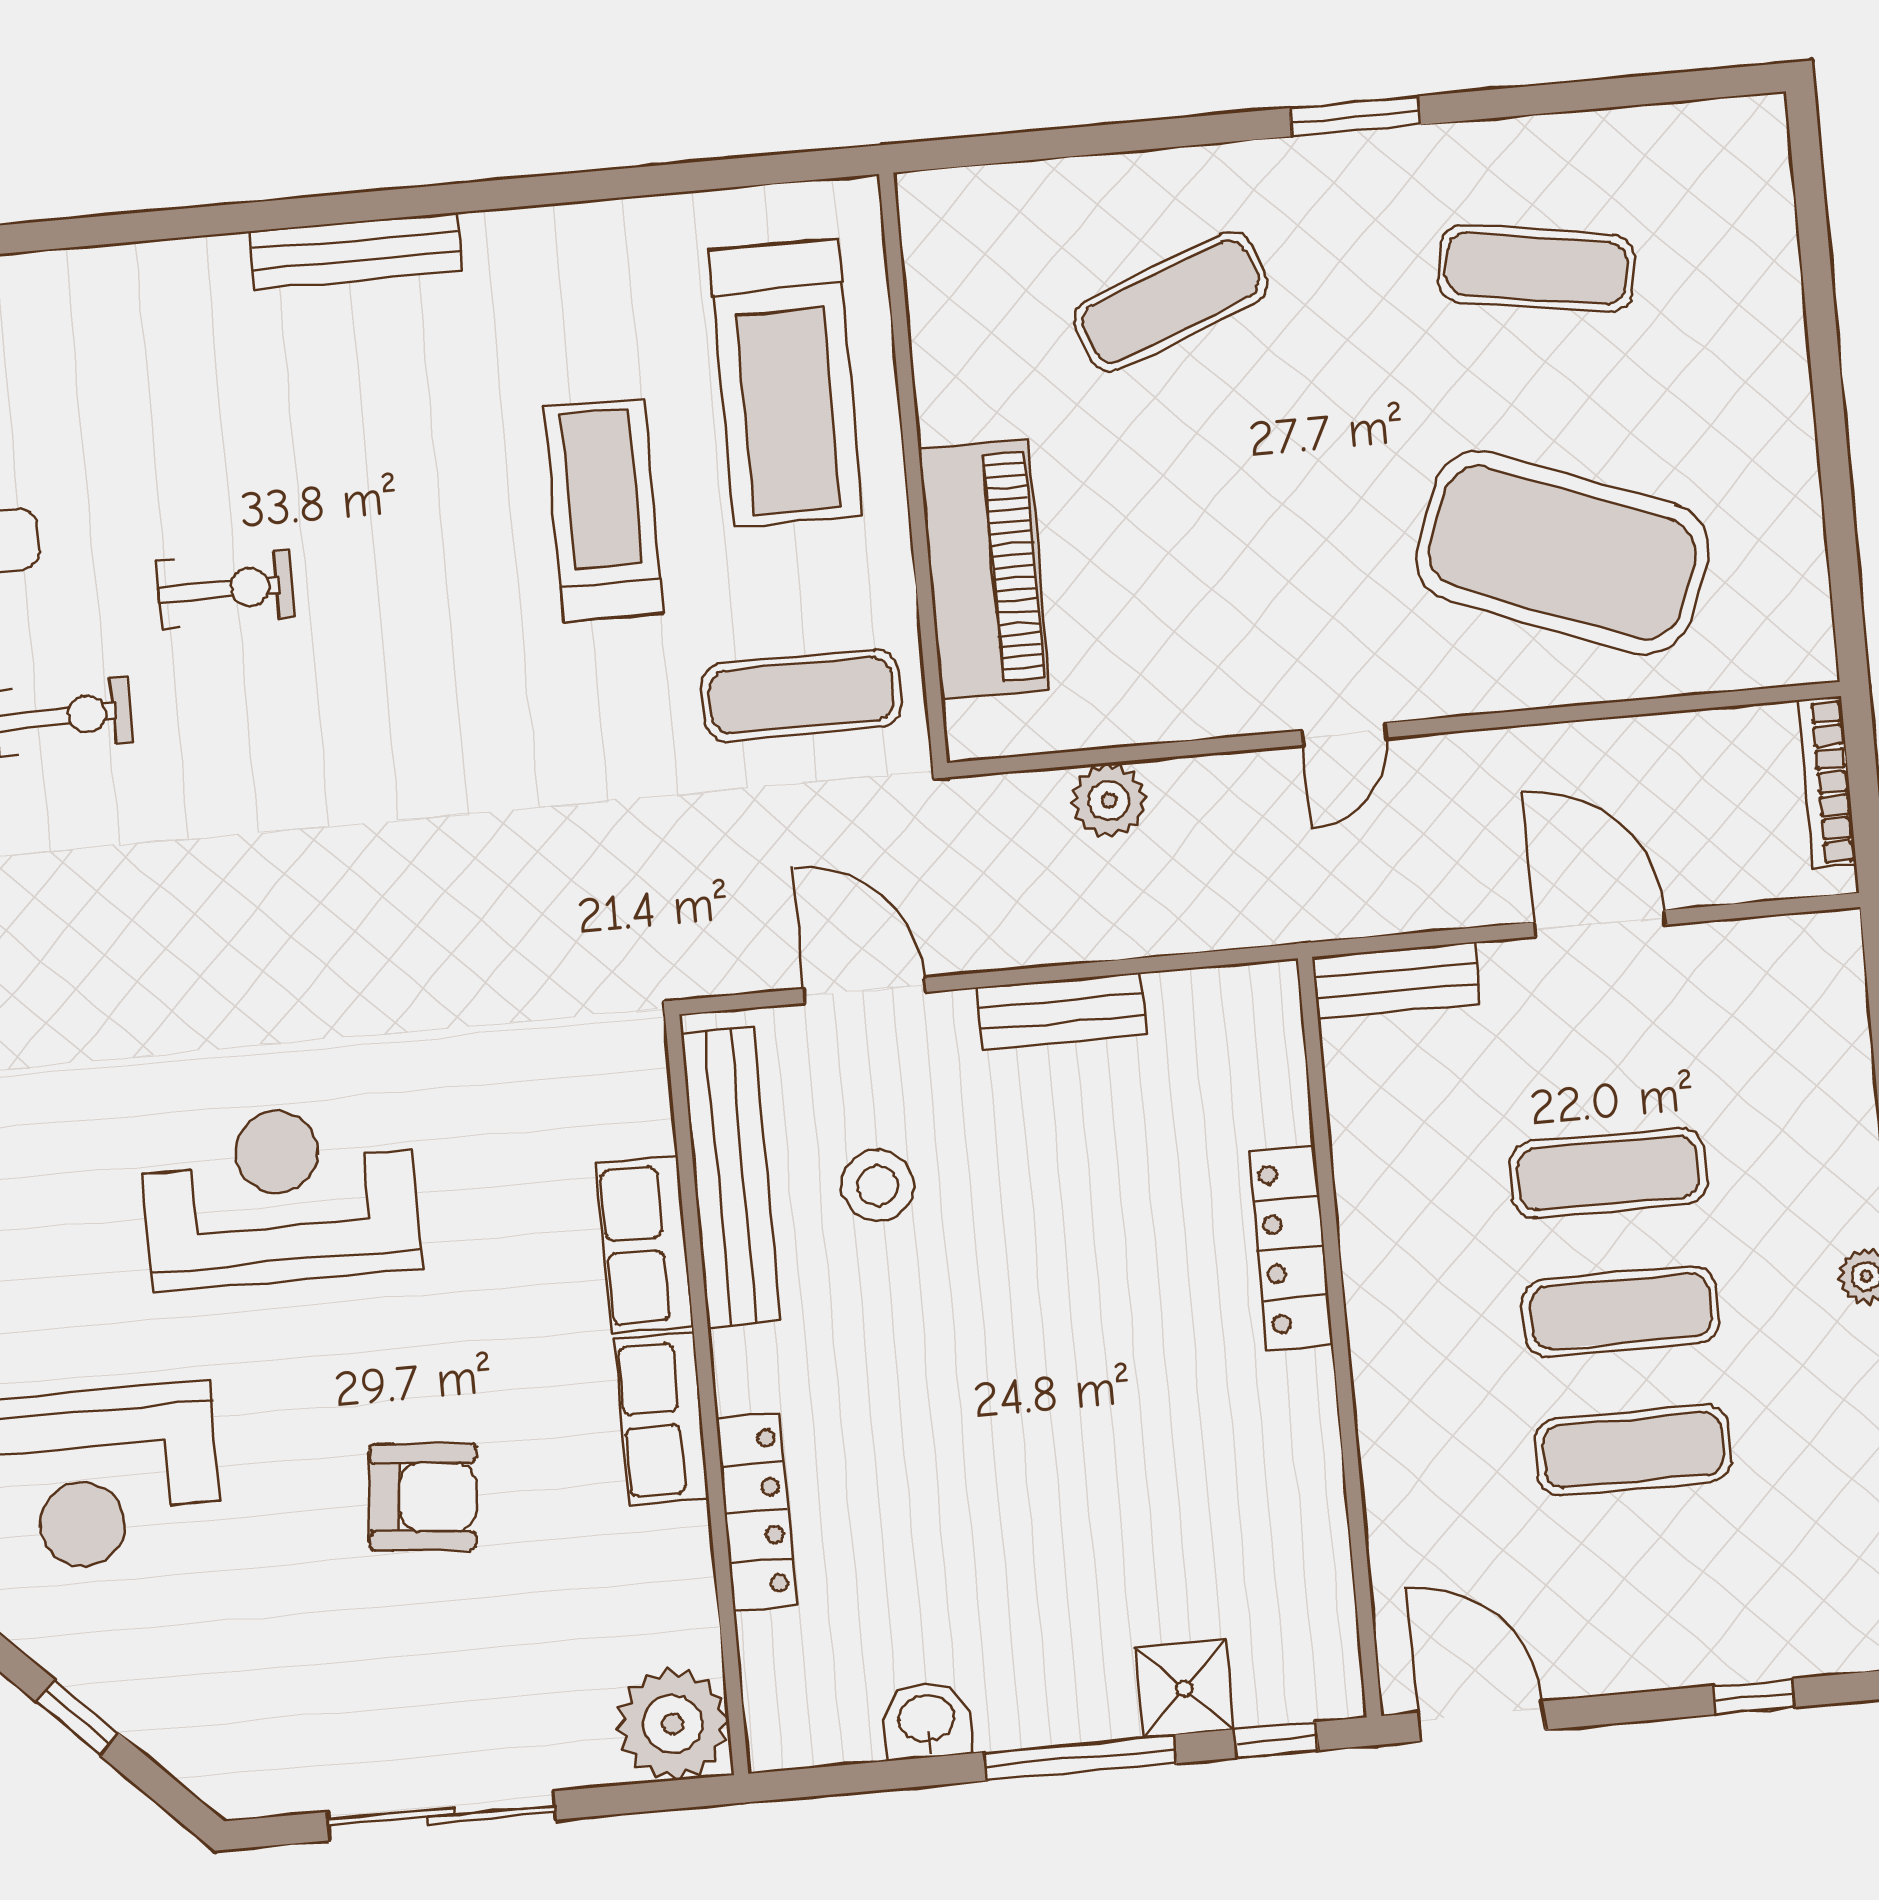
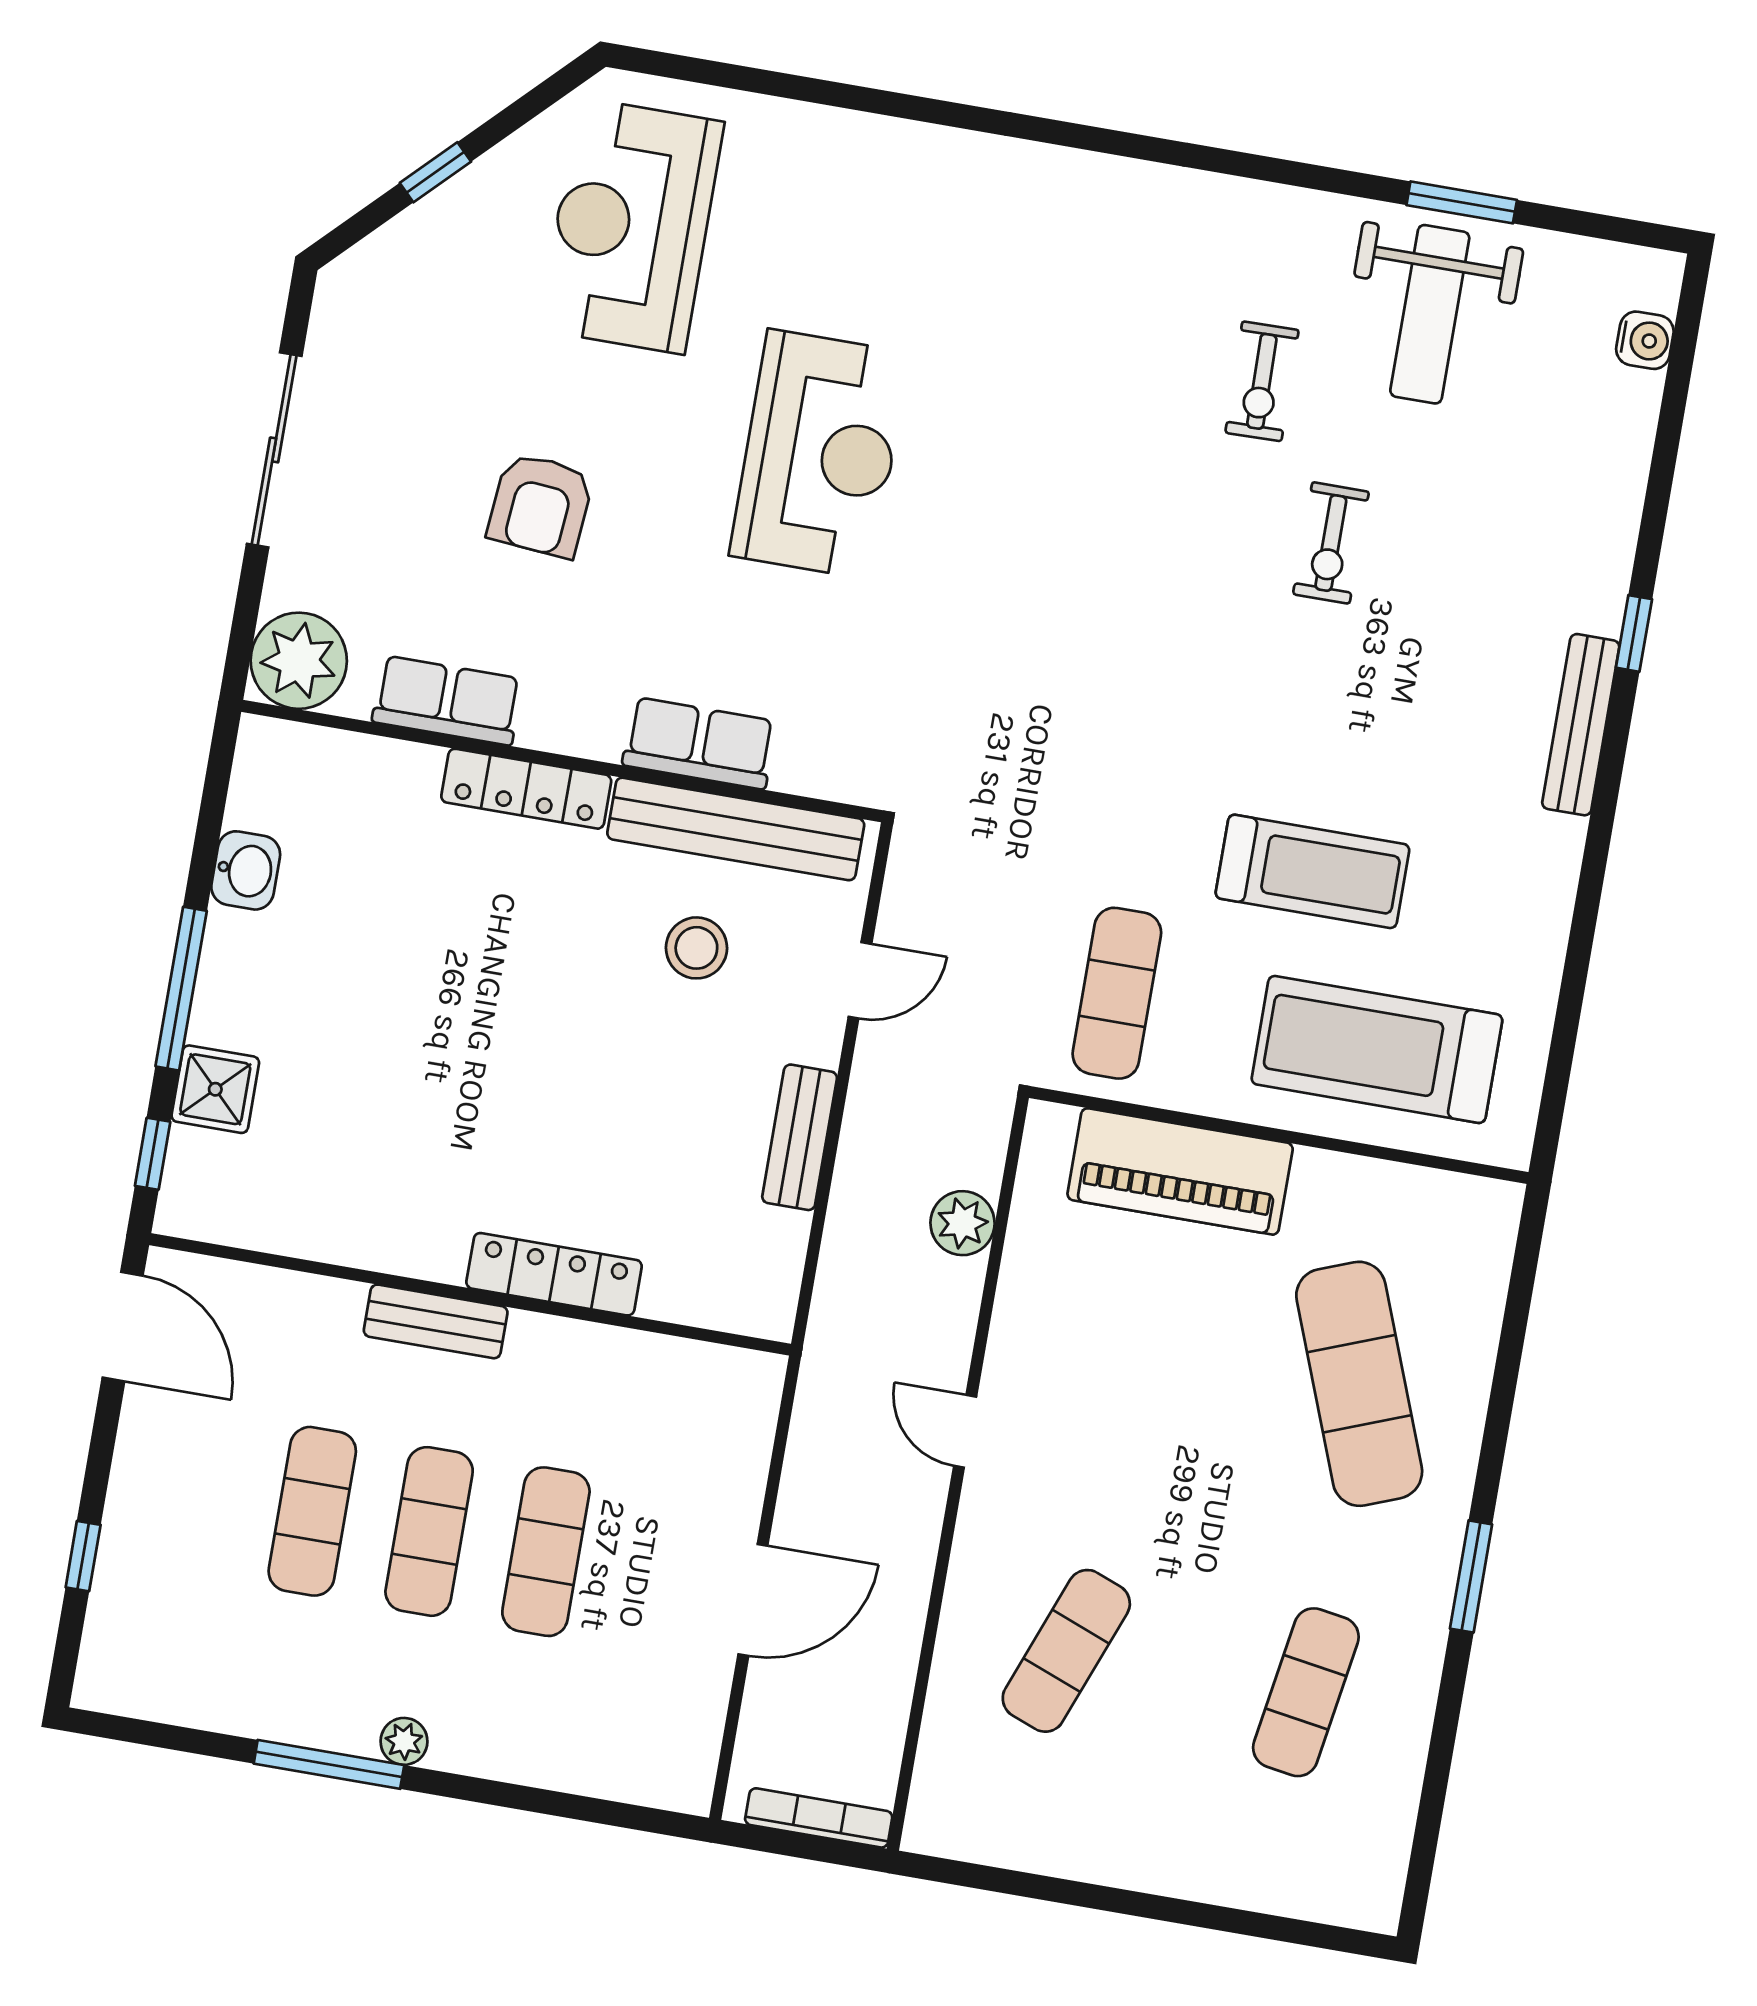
window: (236, 218) -> (1634, 633), added
exercise mat: (1171, 302) -> (1359, 1384), width x1.36, depth x1.45
exercise mat: (1562, 553) -> (1066, 1651), width x0.50, depth x0.69
bench: (1396, 980) -> (436, 1321), moved, turned 90
door: (865, 990) -> (860, 980), width x0.73
row of seats: (662, 1419) -> (447, 700), moved
locker: (757, 1512) -> (526, 789), moved
door: (1481, 1721) -> (123, 1327), hinge flipped

